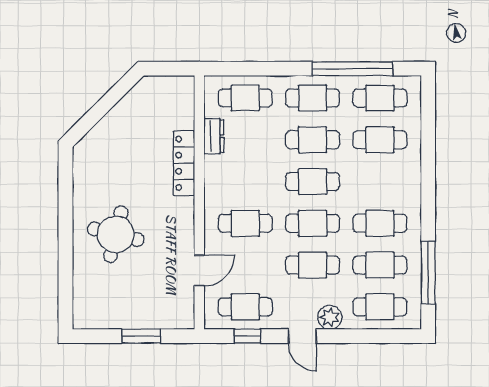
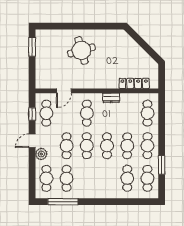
window: (353, 69) -> (162, 165), width x0.47
dresser: (214, 136) -> (111, 98), moved
locker: (184, 163) -> (134, 83), moved
cafe table: (380, 223) -> (87, 178), removed
round table: (116, 234) -> (81, 50), turned -30
door: (199, 270) -> (64, 91), hinge flipped
window: (141, 336) -> (32, 47), moved

